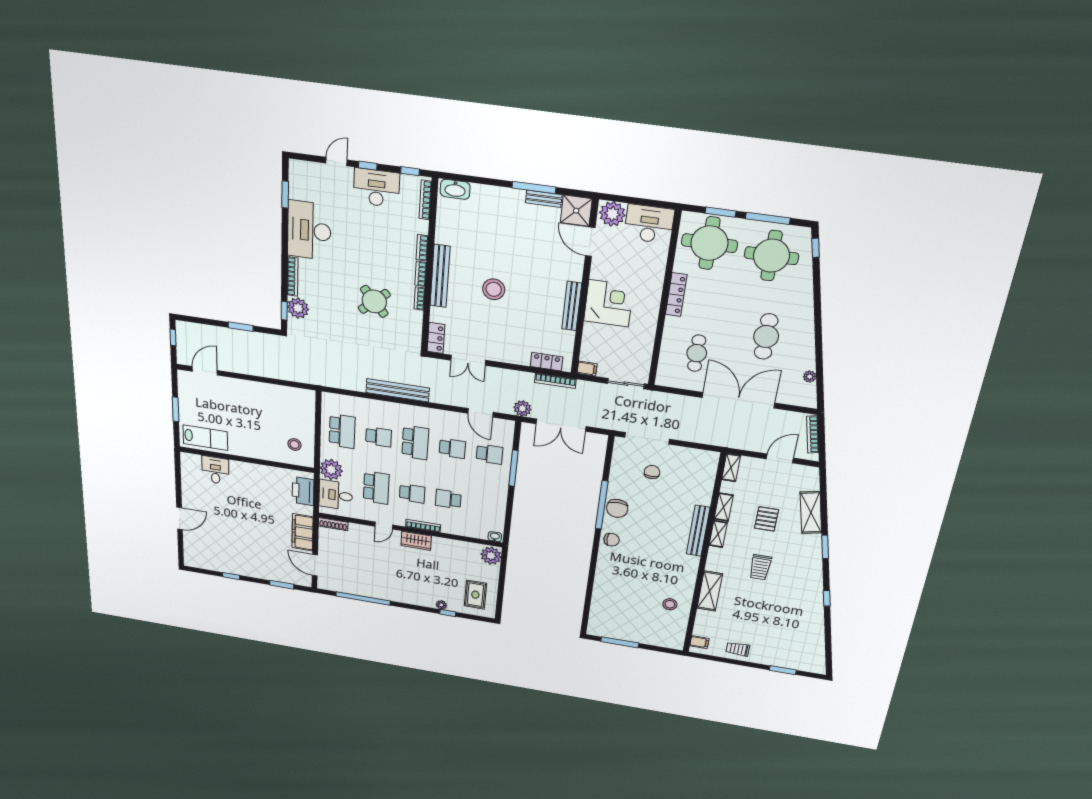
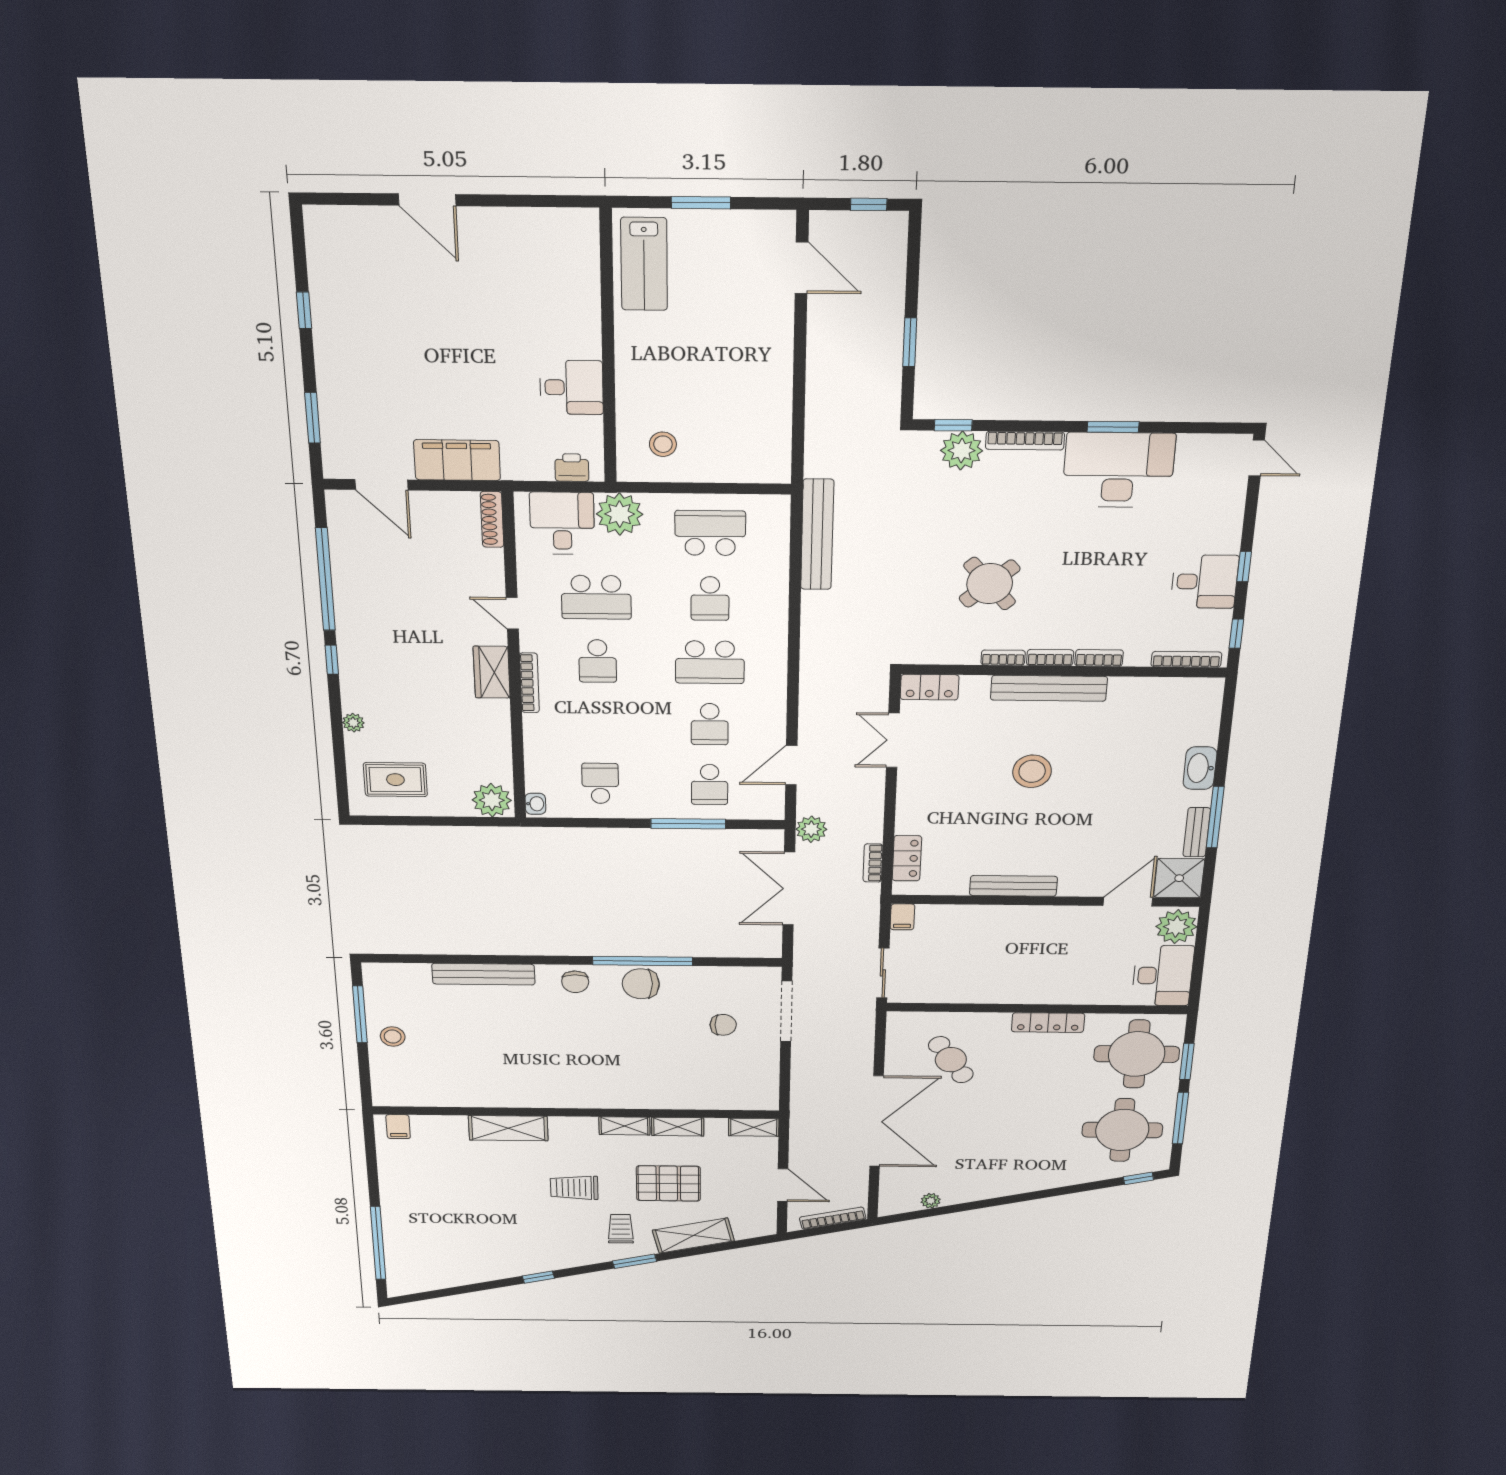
door: (336, 161) -> (1257, 458), moved
desk: (377, 188) -> (1204, 582), width x0.73
washbasin: (455, 189) -> (1200, 768), moved
window: (285, 194) -> (1113, 427), moved
corner desk: (609, 303) -> (1024, 936), removed
cafe table: (766, 337) -> (990, 1141), removed
cafe table: (697, 353) -> (951, 1060), turned 56
bookcase: (555, 381) -> (873, 863), width x0.64
bench: (398, 390) -> (817, 535), moved
school desk: (342, 431) -> (710, 533), turned 180
desk: (215, 470) -> (571, 387), moved
printer: (303, 491) -> (572, 468), width x0.53, depth x0.68
school desk: (448, 499) -> (600, 783), moved
pallet: (766, 519) -> (668, 1183), width x1.50, depth x1.42
bench: (698, 531) -> (483, 974), moved
door: (315, 565) -> (382, 485), swing flipped
stool: (670, 604) -> (393, 1037), moved
window: (448, 613) -> (332, 660), moved
trolley: (738, 649) -> (621, 1229), moved
window: (783, 670) -> (378, 1243), width x2.11

